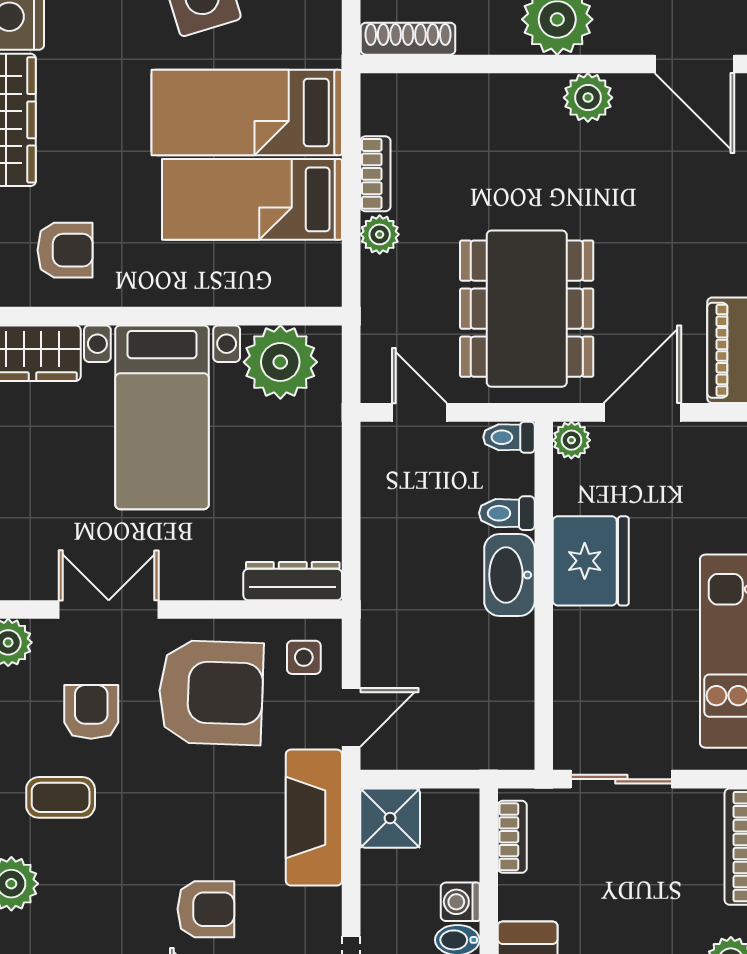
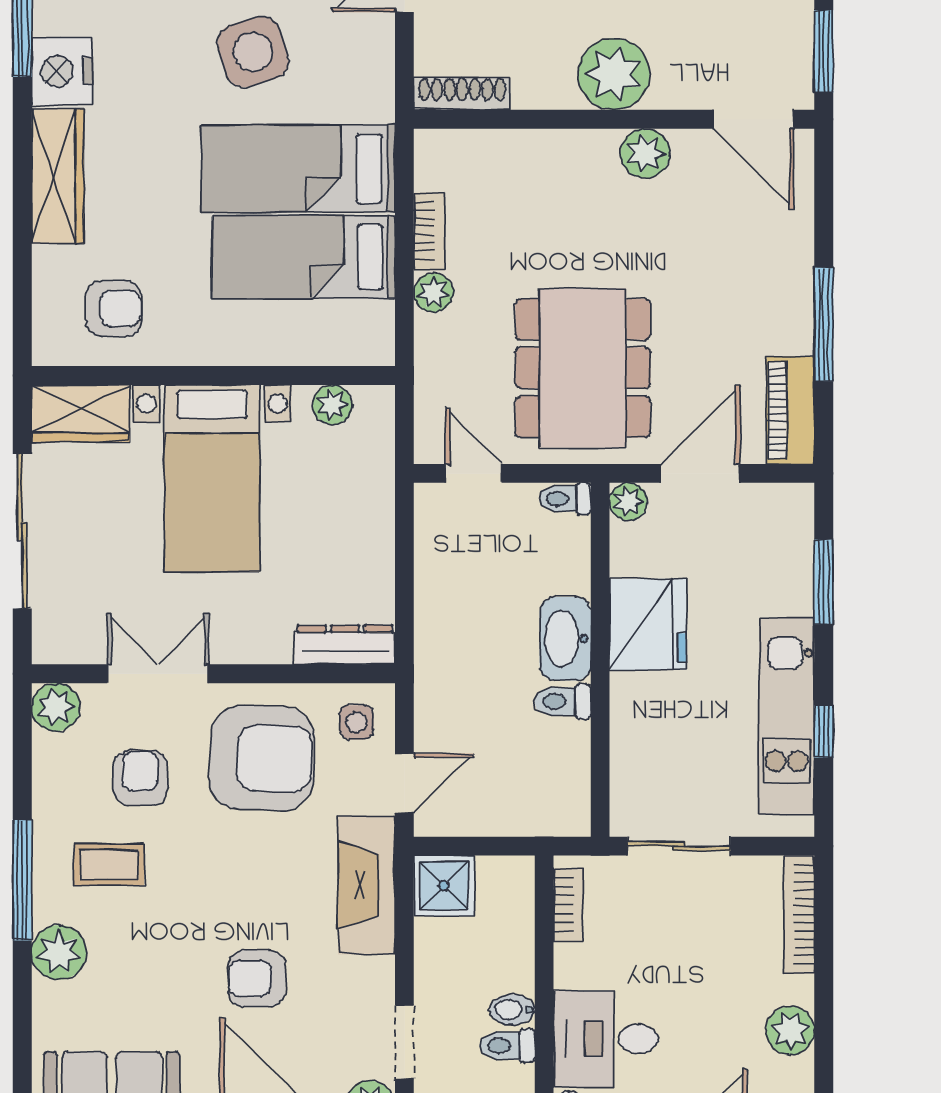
plant: (280, 362) -> (332, 405), width x0.53, depth x0.53
toilet: (507, 513) -> (563, 701), moved
washing machine: (460, 902) -> (515, 971), removed
armchair: (206, 909) -> (257, 978), turned 180

